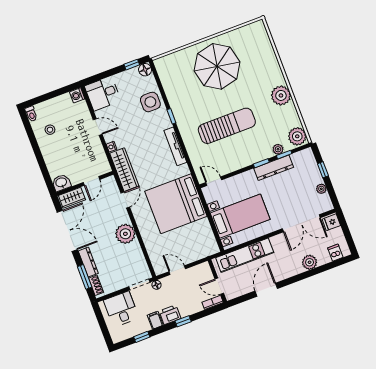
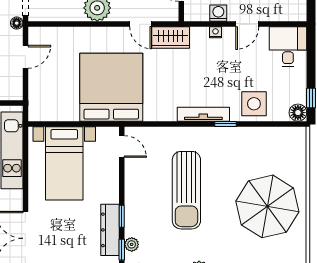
washing machine: (77, 95) -> (218, 13), moved
tv unit: (175, 146) -> (203, 114), moved
wardrobe: (124, 170) -> (171, 38), width x0.67
door: (214, 181) -> (122, 147), hinge flipped

